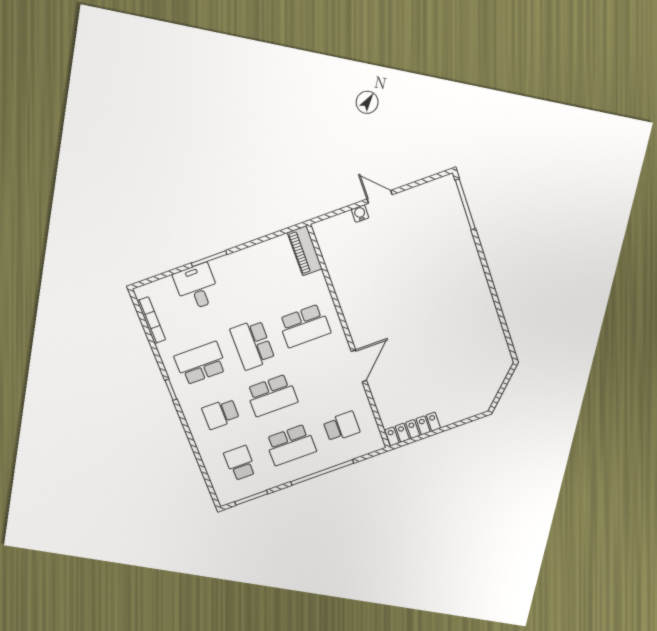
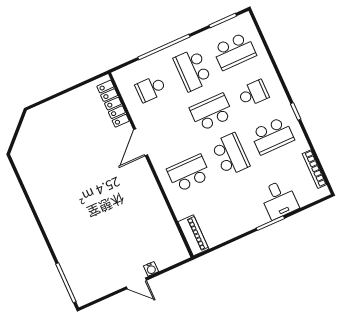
locker: (413, 429) -> (113, 104), moved, turned 90
school desk: (291, 445) -> (193, 70), turned -90
school desk: (240, 463) -> (234, 51), width x1.85

